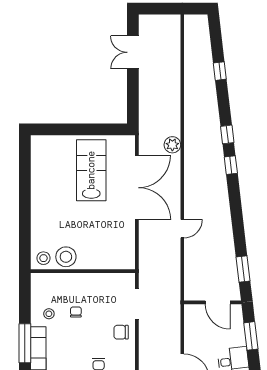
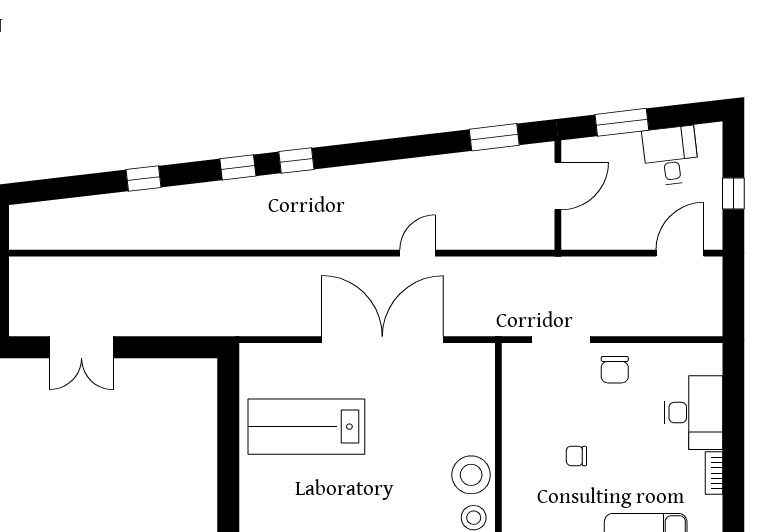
window: (220, 71) -> (143, 178), moved
plant: (172, 145) -> (258, 272), removed
double door: (137, 188) -> (382, 340), moved
door: (182, 229) -> (417, 253), hinge flipped
stool: (49, 314) -> (580, 507), removed

